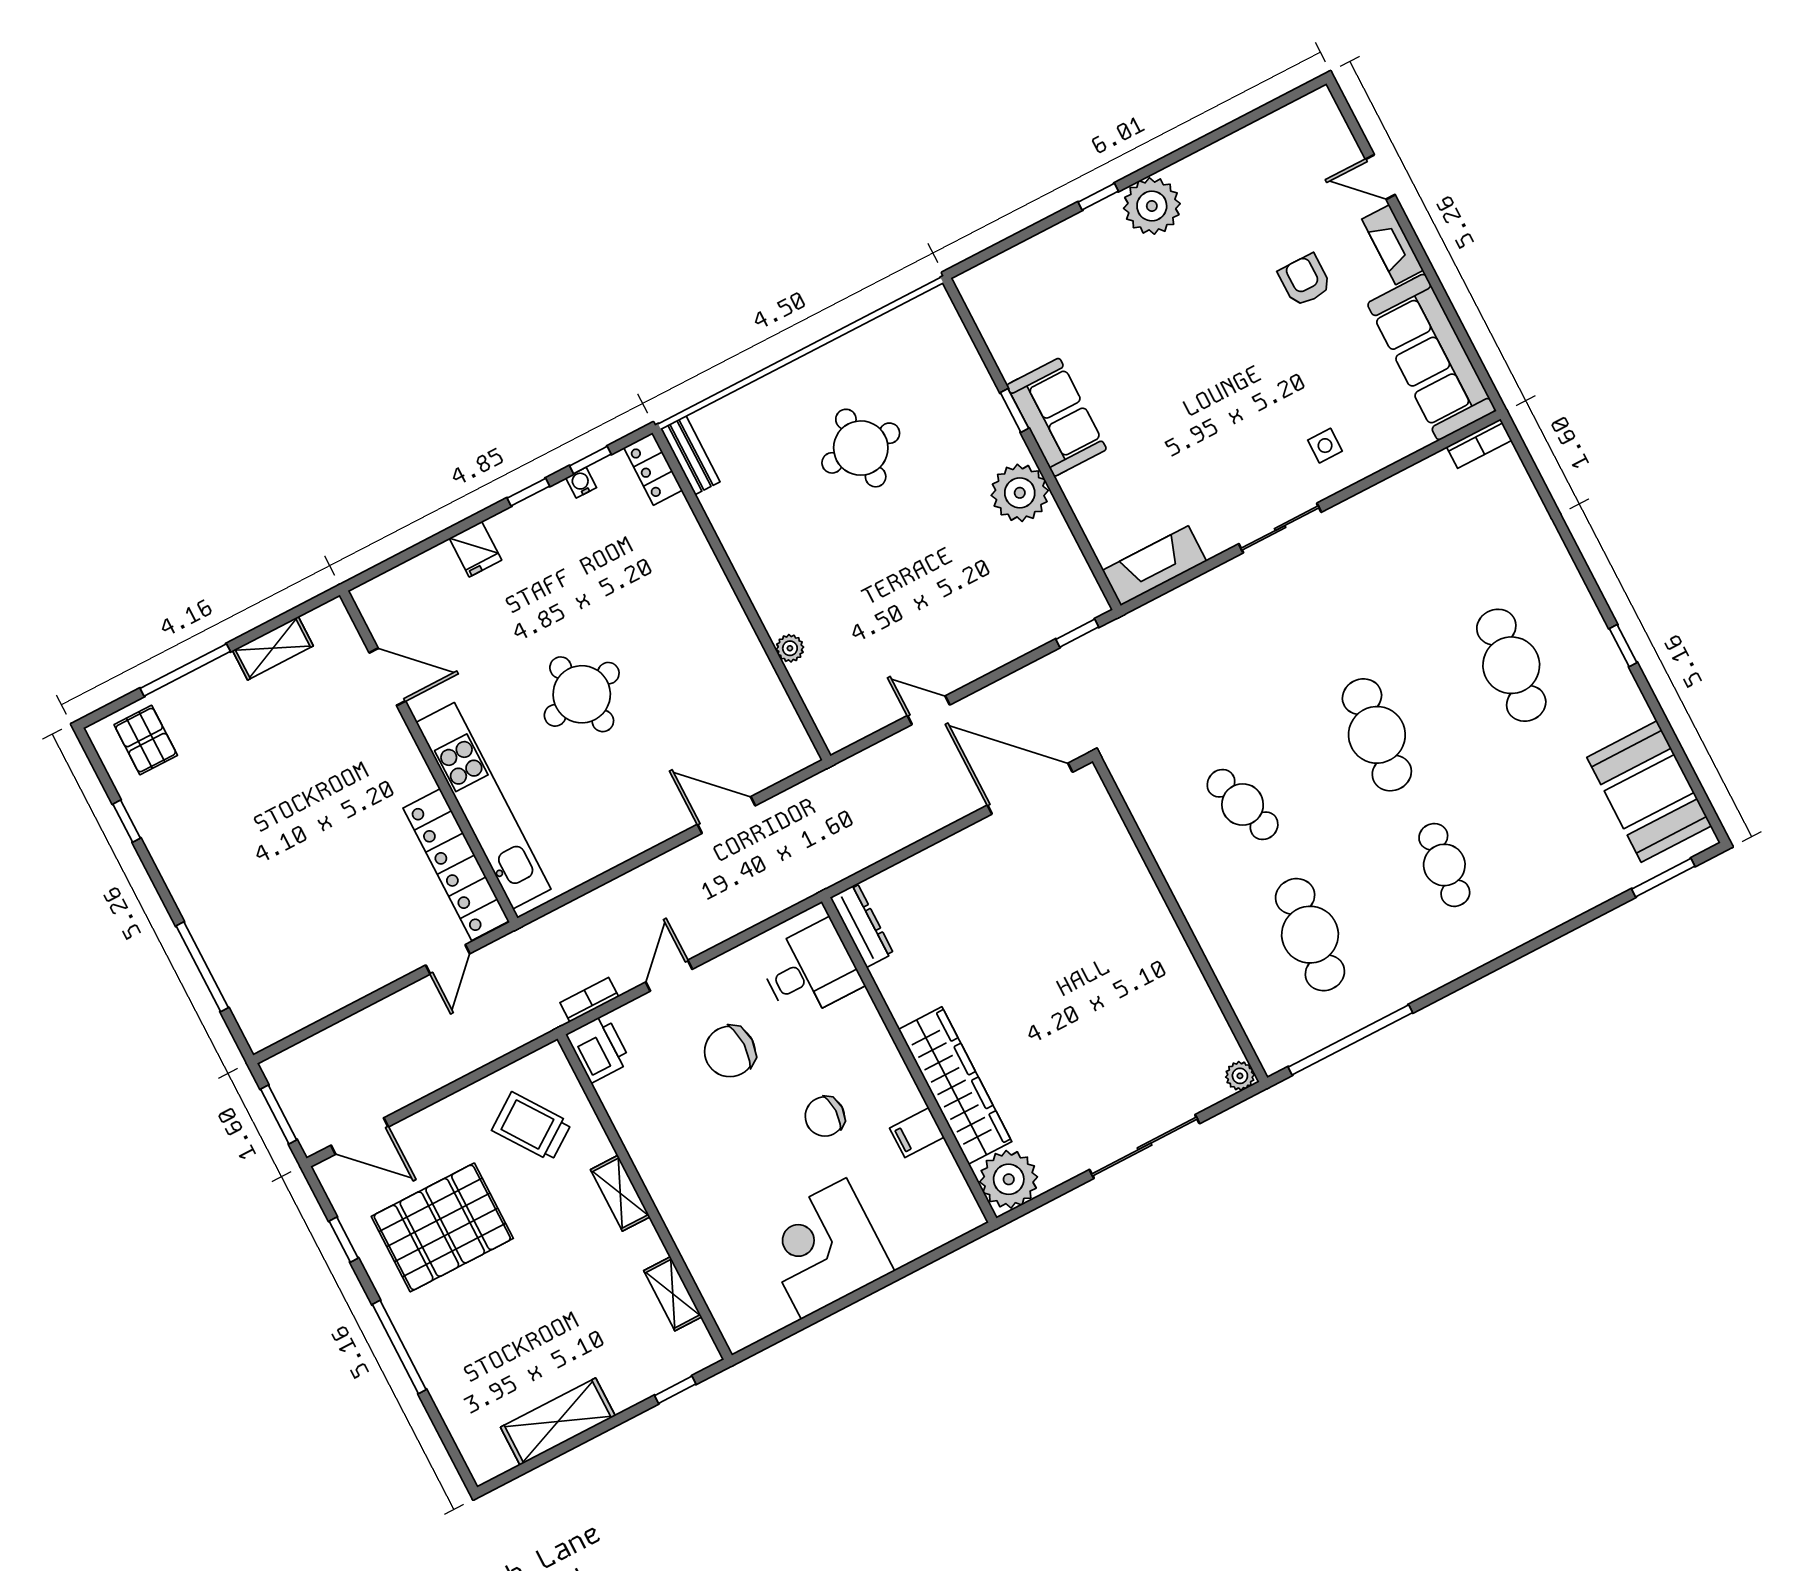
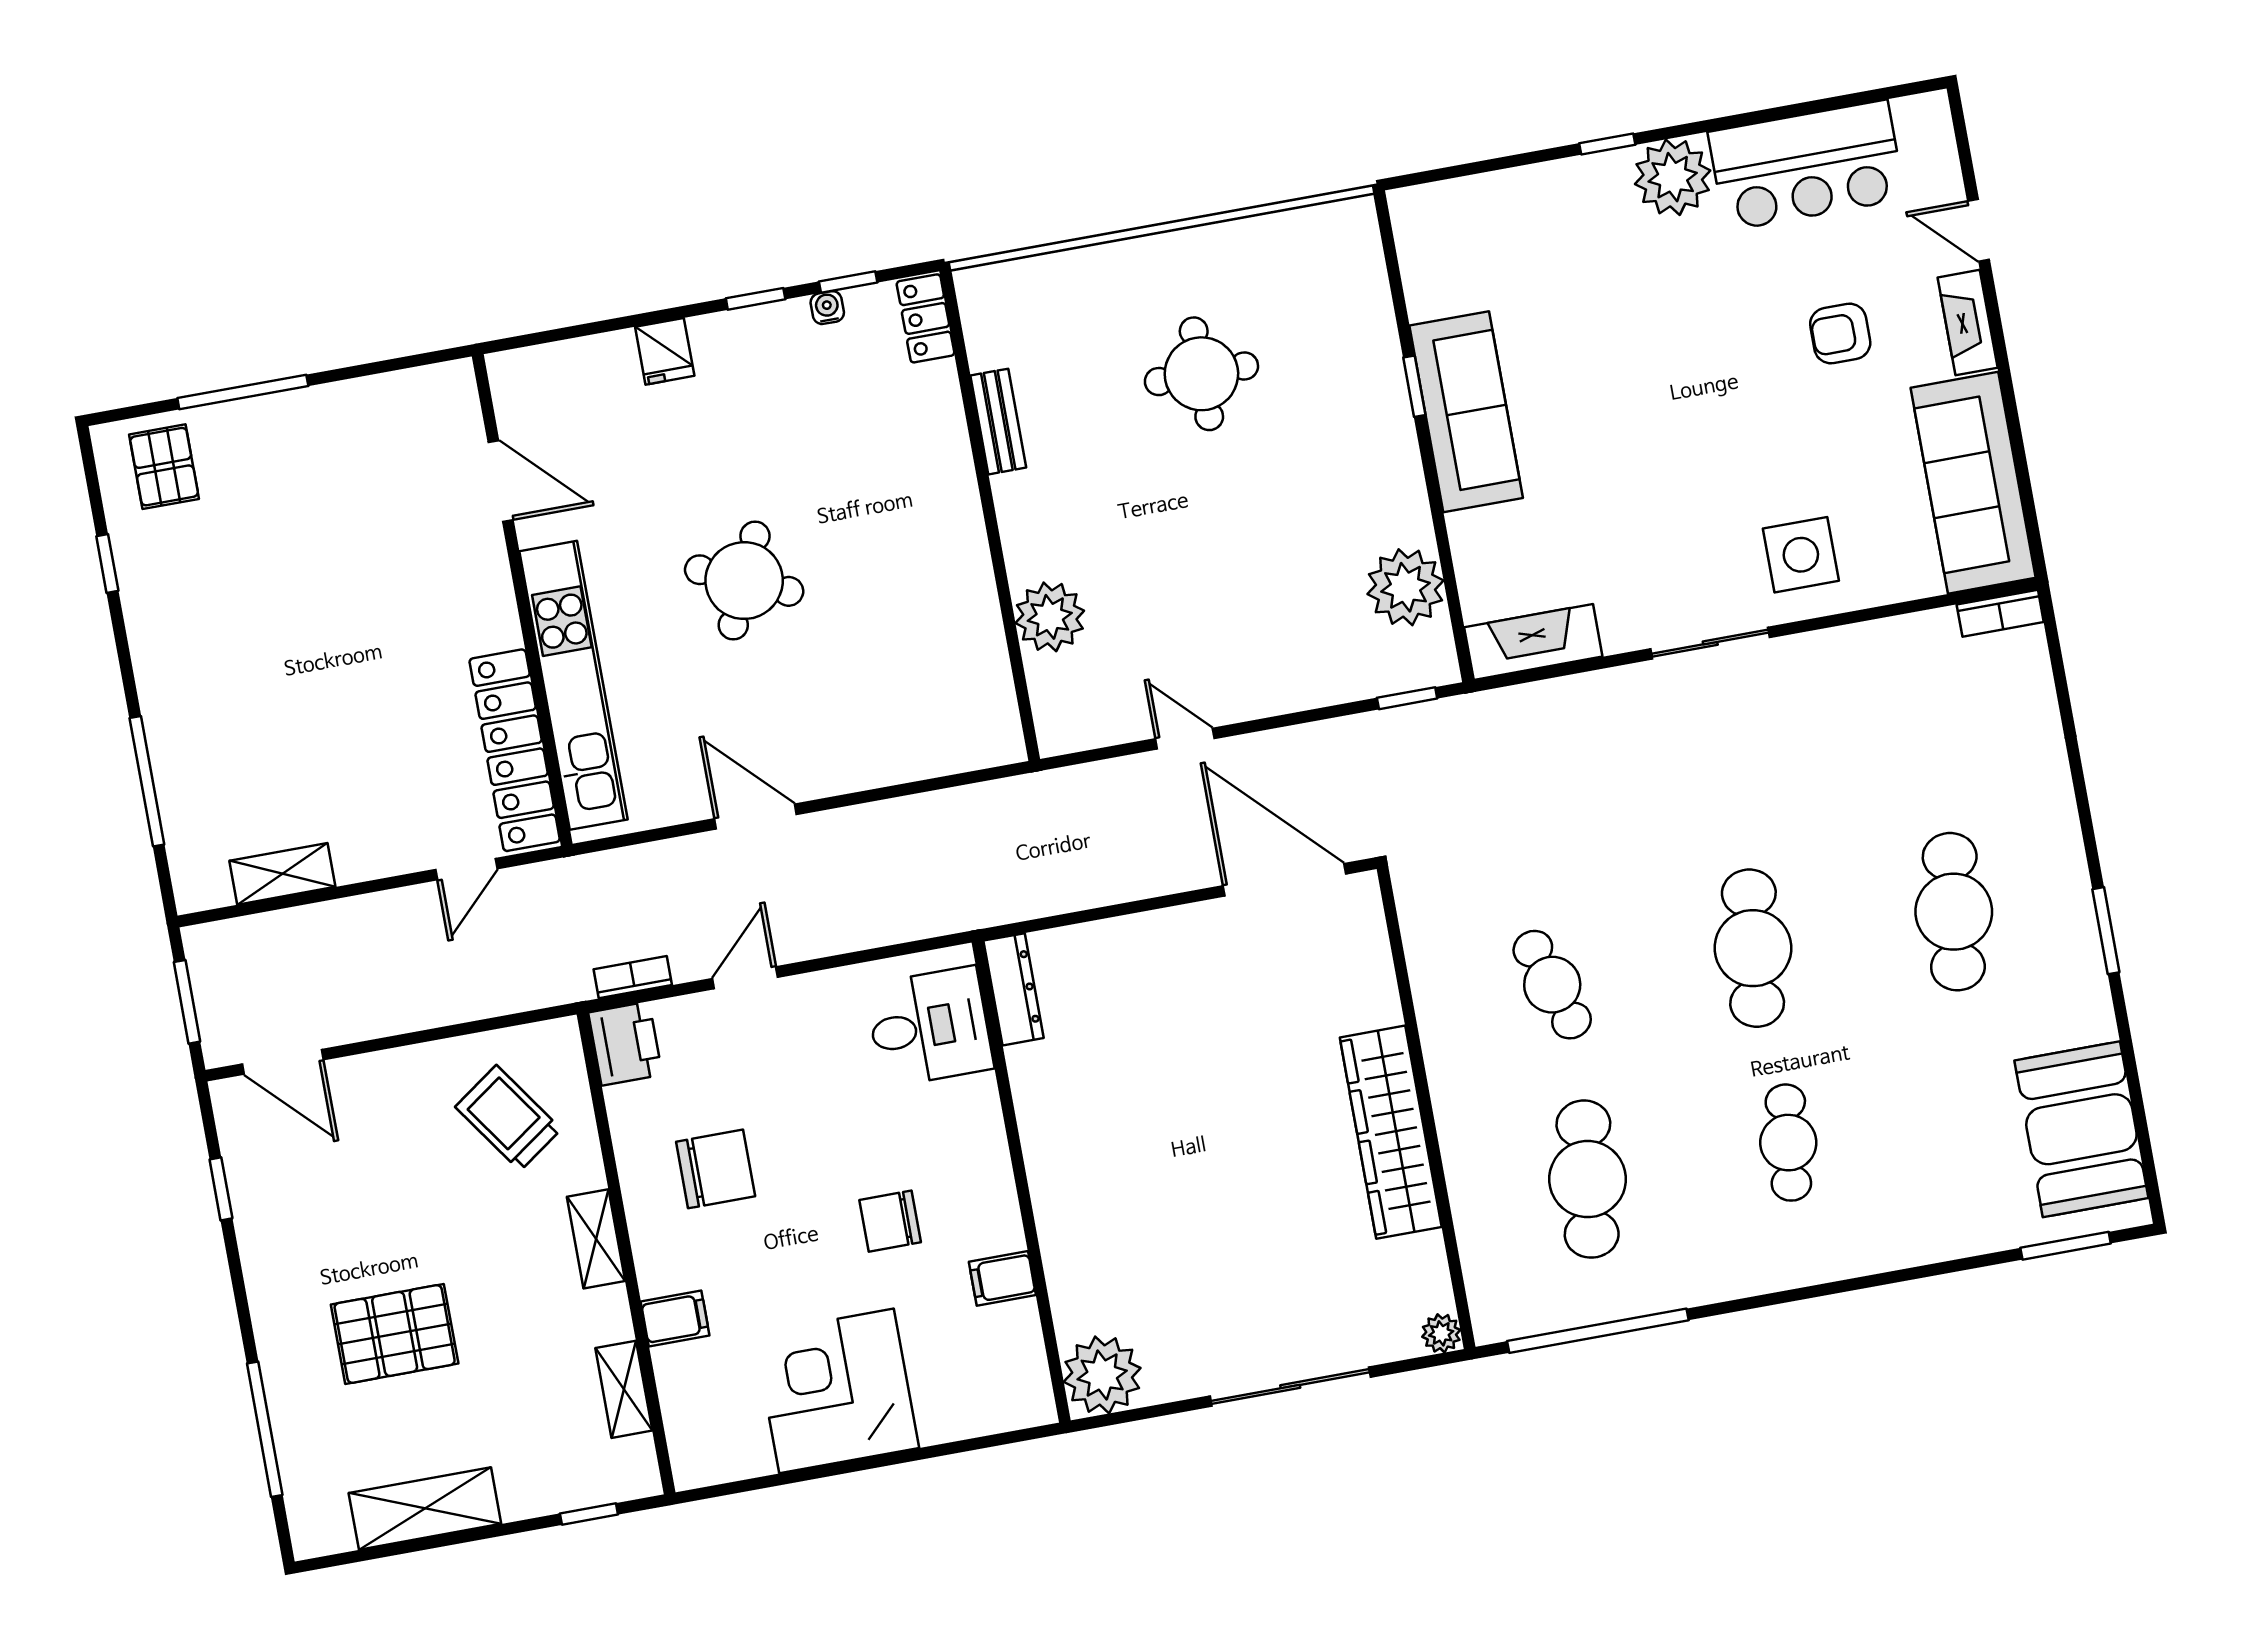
bar counter: (1244, 168) -> (1806, 165), added
armchair: (1305, 280) -> (1840, 334), turned -90
sofa: (1057, 417) -> (1466, 412), width x1.36
side table: (1325, 446) -> (1801, 555), width x1.87, depth x1.87
bench: (690, 455) -> (998, 422), moved
plant: (1020, 493) -> (1405, 587), moved
window: (1623, 646) -> (2106, 931), width x1.50
shelving: (273, 648) -> (282, 874), moved
plant: (790, 648) -> (1050, 617), width x1.87, depth x1.87
round table: (582, 694) -> (744, 581), turned 35
door: (726, 815) -> (756, 817), moved
chair: (730, 1051) -> (716, 1169), moved, turned 180
wardrobe: (955, 1086) -> (1391, 1132), moved, turned 180
pallet: (442, 1227) -> (395, 1334), moved, width x0.73, depth x0.71
filing cabinet: (694, 1232) -> (675, 1318), added
window: (399, 1347) -> (265, 1429), moved

